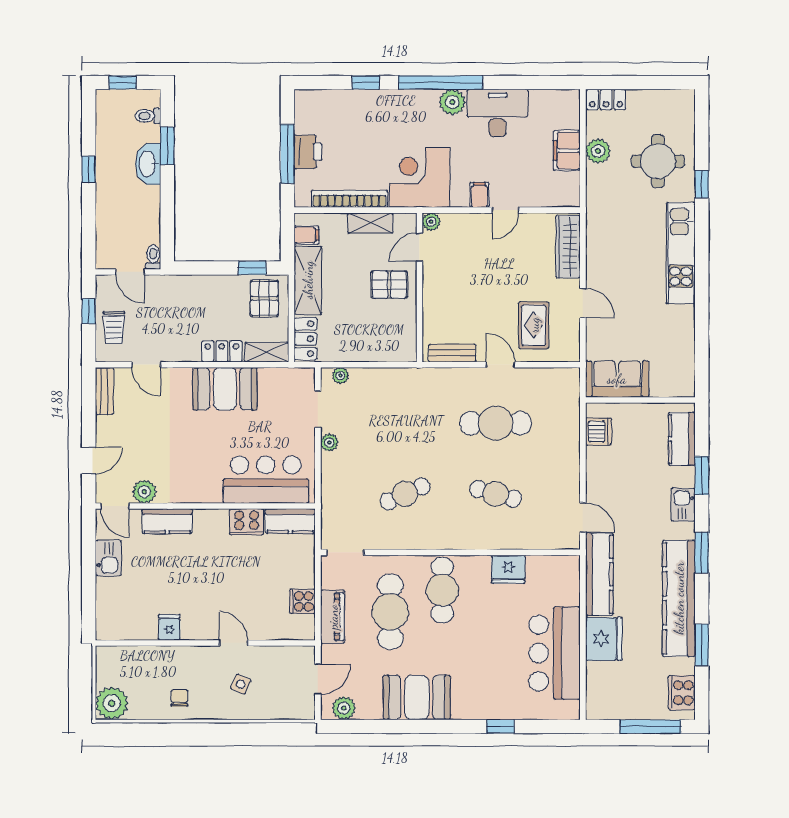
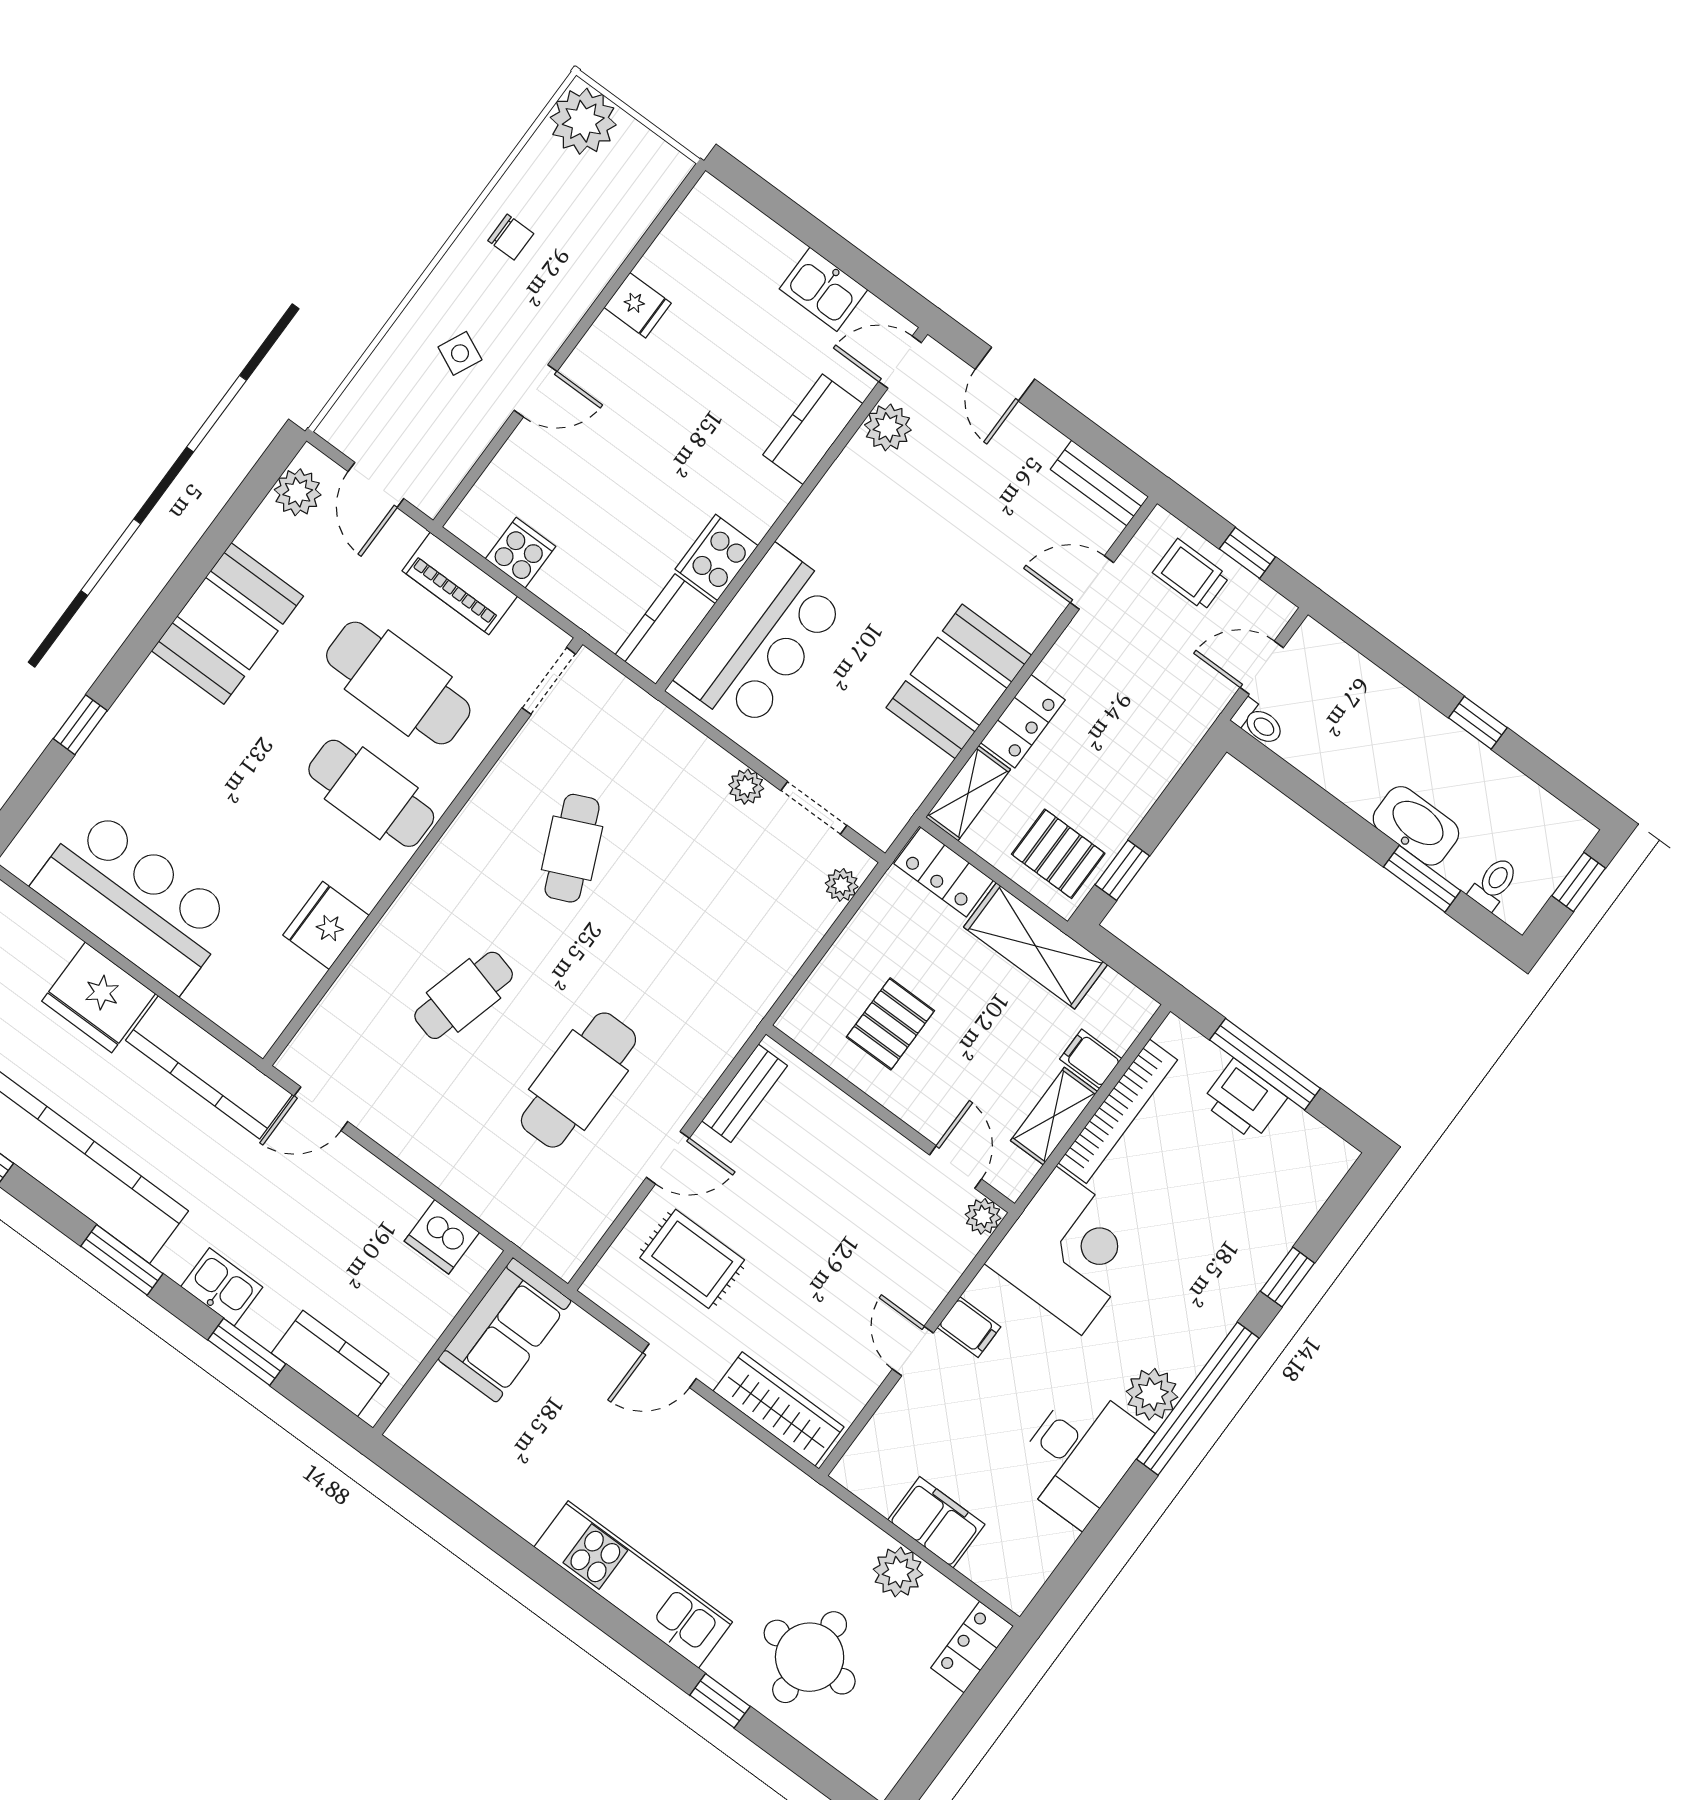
filing cabinet: (306, 235) -> (1091, 1059), moved, turned 90
pallet: (389, 285) -> (890, 1024), moved

